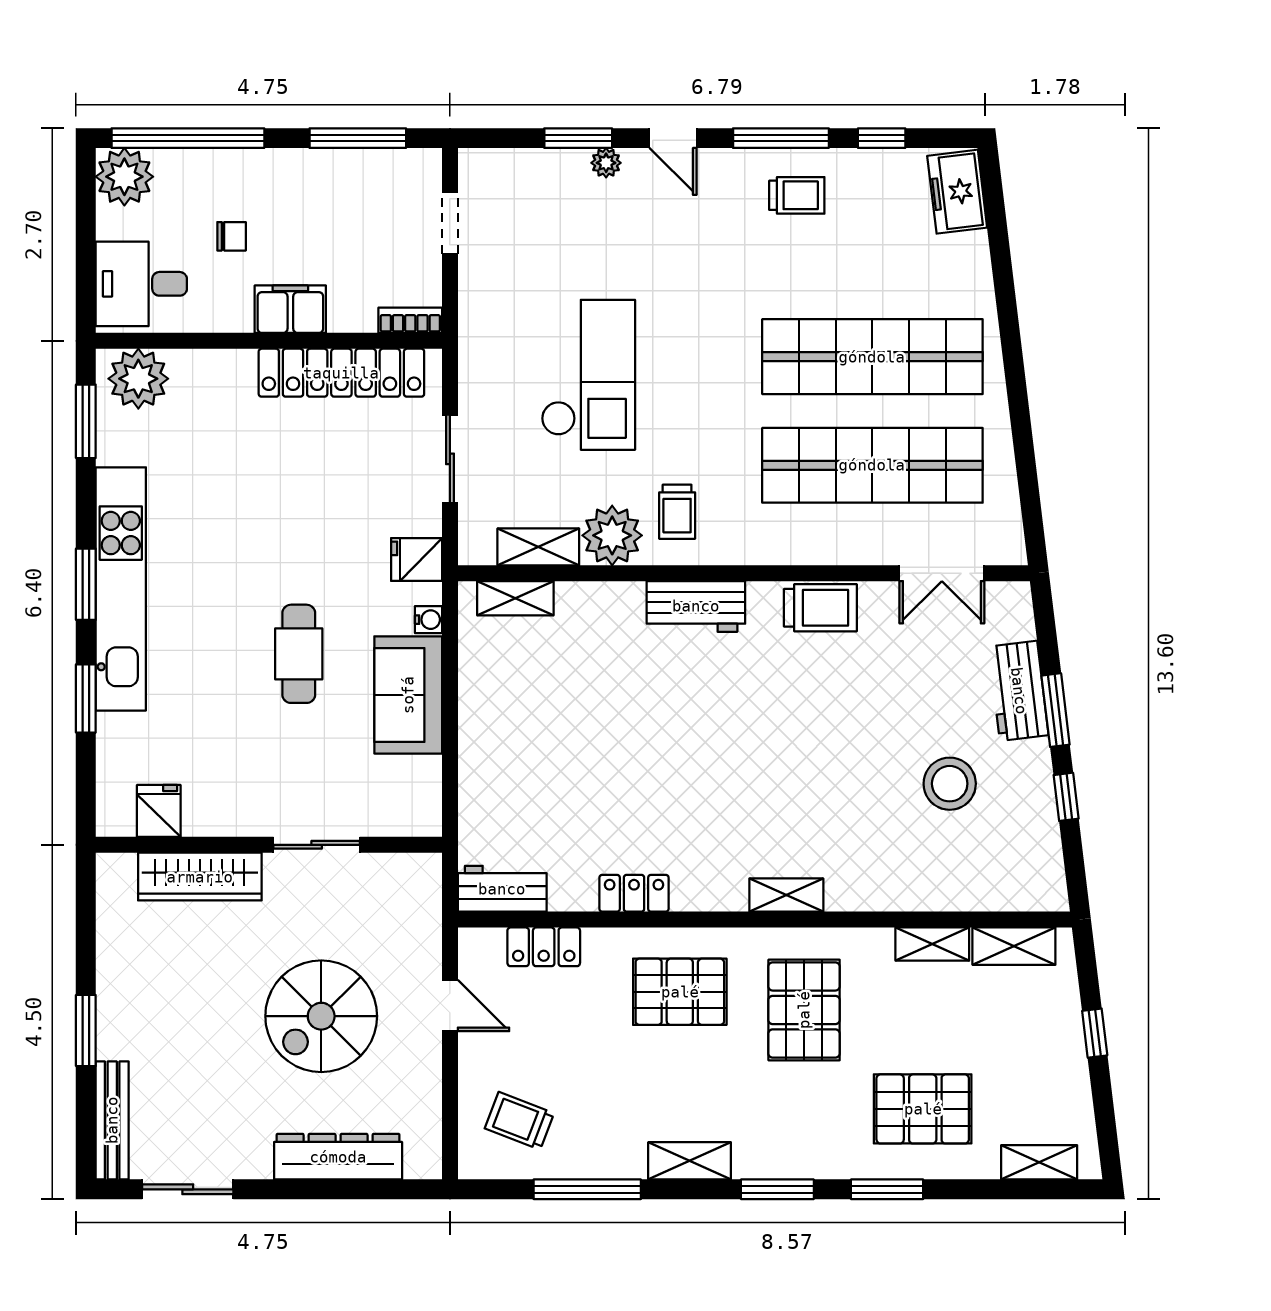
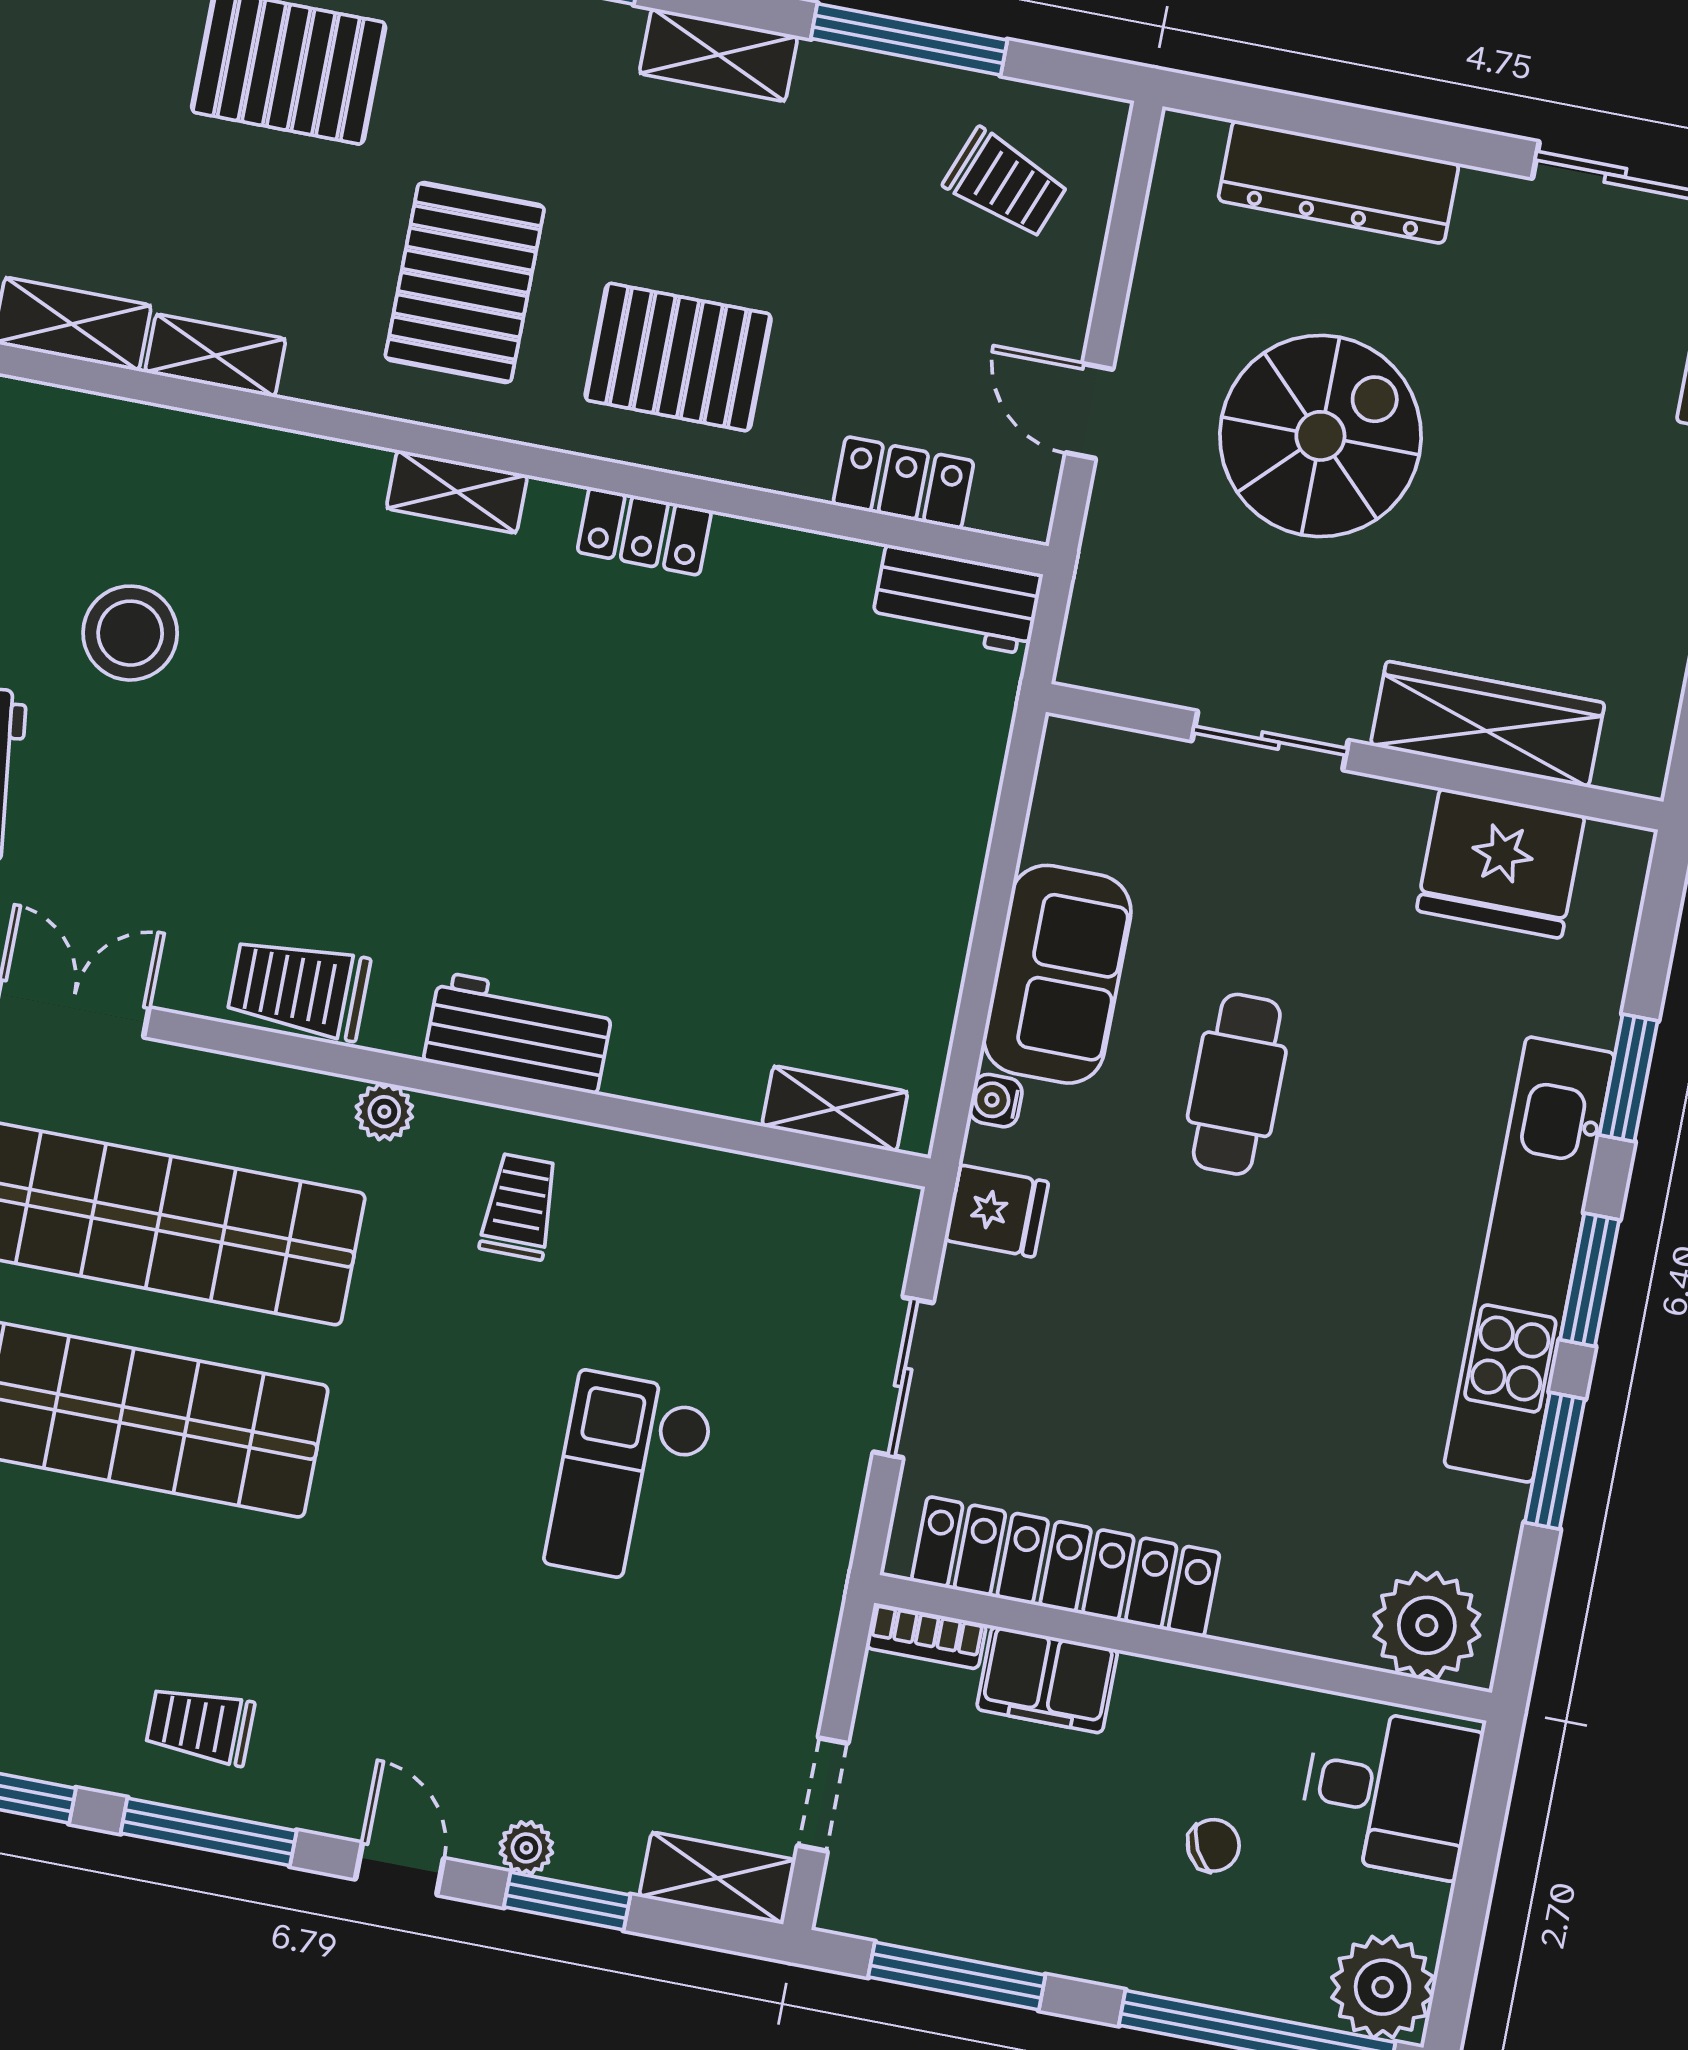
chair: (232, 236) -> (1213, 1845), turned 153
filing cabinet: (290, 309) -> (1047, 1680), moved
checkout: (588, 375) -> (630, 1479), width x0.73, depth x0.83
window: (86, 421) -> (1555, 1461), moved
plant: (612, 535) -> (384, 1112), moved, width x0.53, depth x0.53
shelving: (538, 547) -> (717, 1878), moved
fridge: (159, 811) -> (1501, 863), width x1.88, depth x1.34
locker: (634, 893) -> (644, 531), moved

